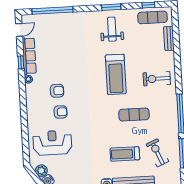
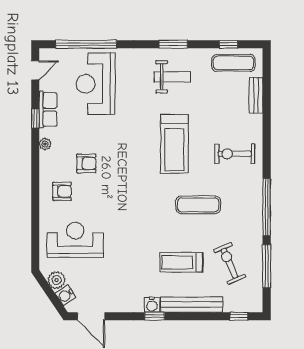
weight bench: (112, 29) -> (172, 77), turned 90
reception desk: (60, 37) -> (96, 84), added
row of seats: (29, 56) -> (48, 110), width x0.68
armchair: (61, 112) -> (62, 191), moved

